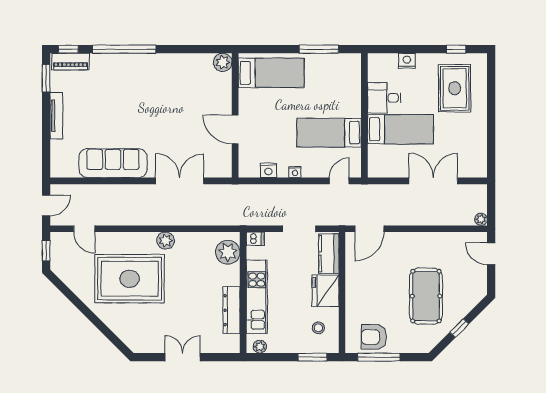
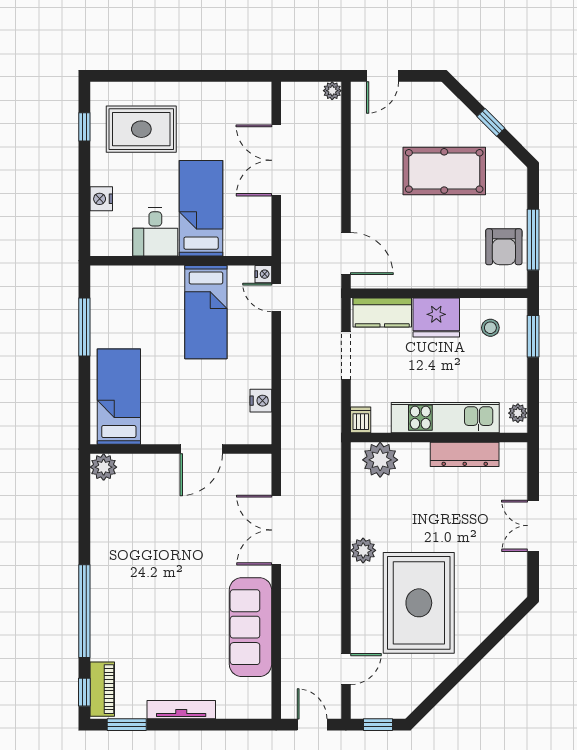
nightstand: (295, 172) -> (263, 274), moved

